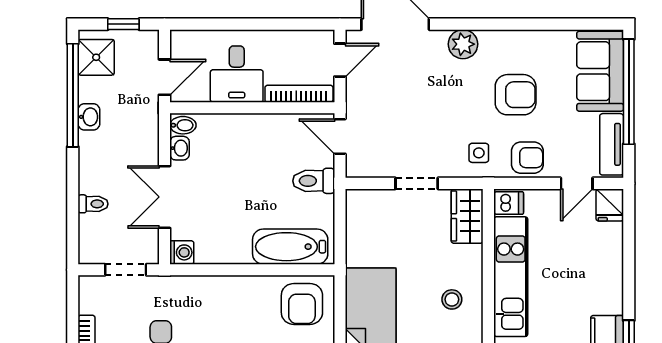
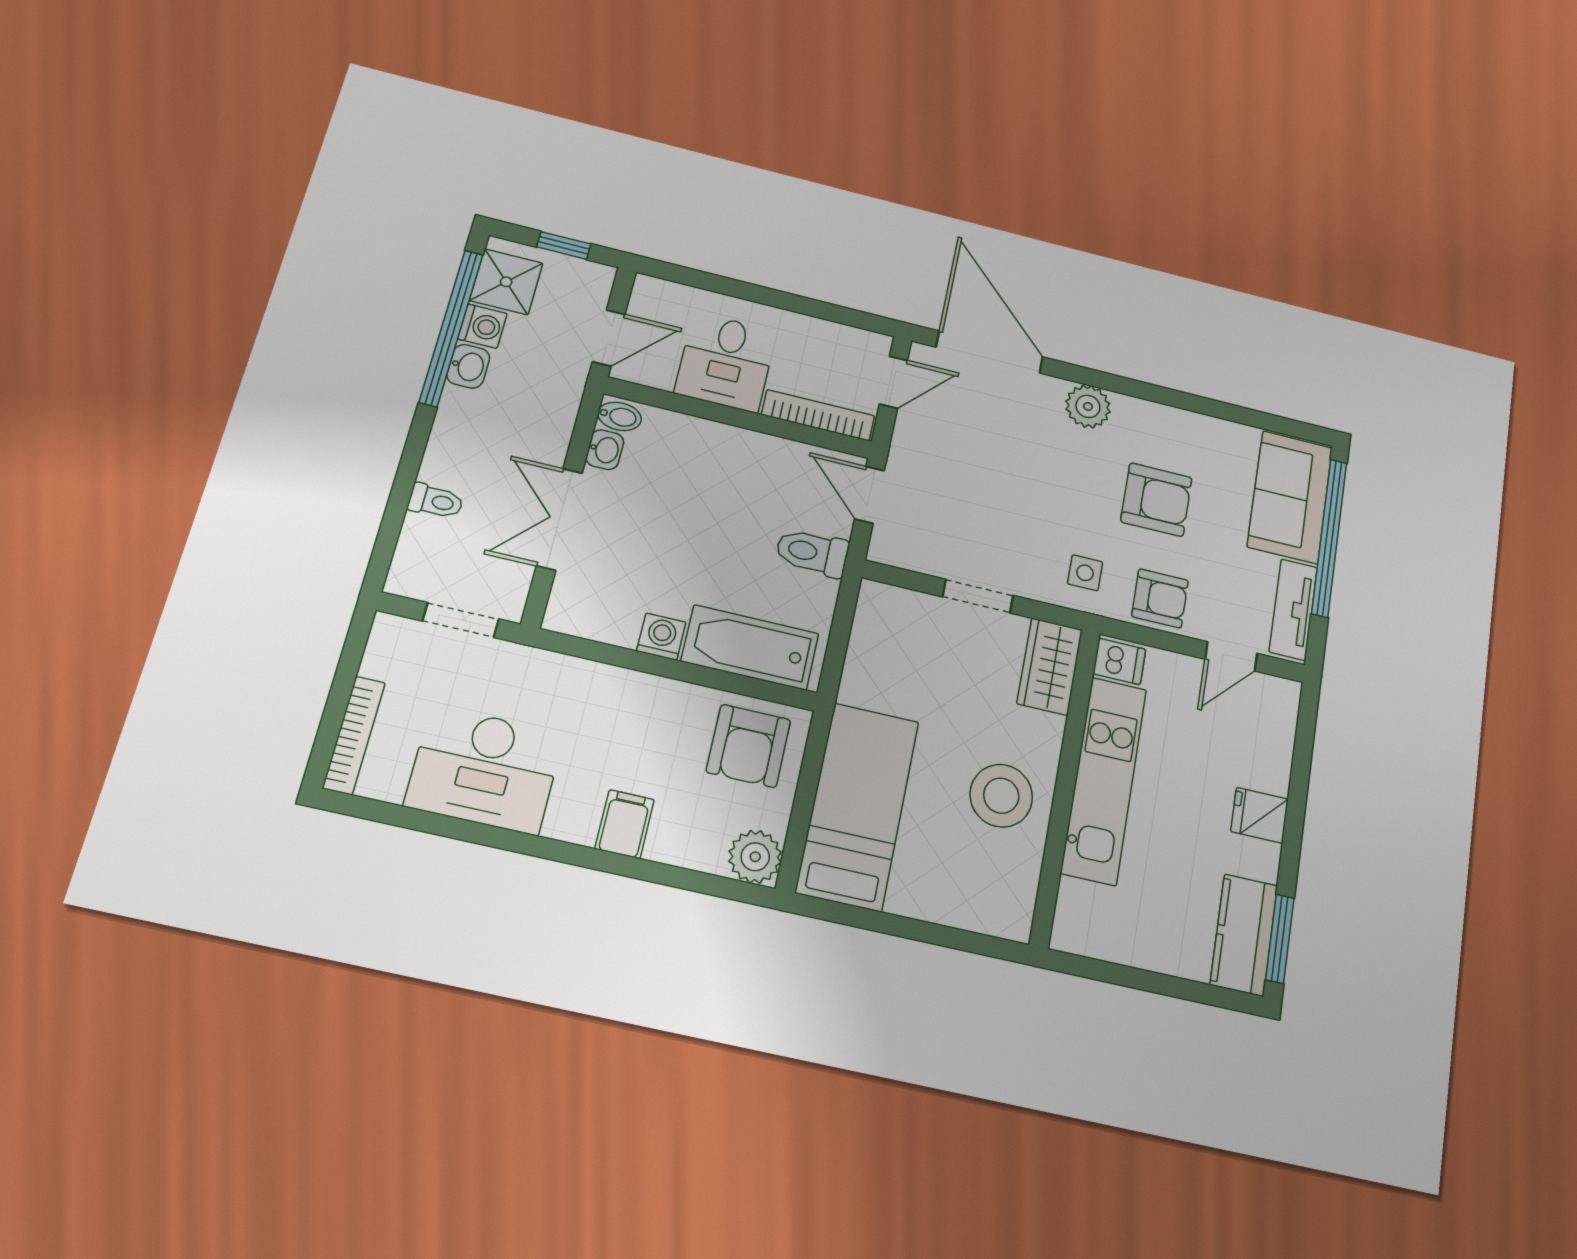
washing machine: (90, 89) -> (482, 326), added
fridge: (610, 205) -> (1260, 815), moved, turned 90
washing machine: (182, 252) -> (661, 637), moved, turned -90
stool: (452, 299) -> (1001, 796), width x1.89, depth x1.89

